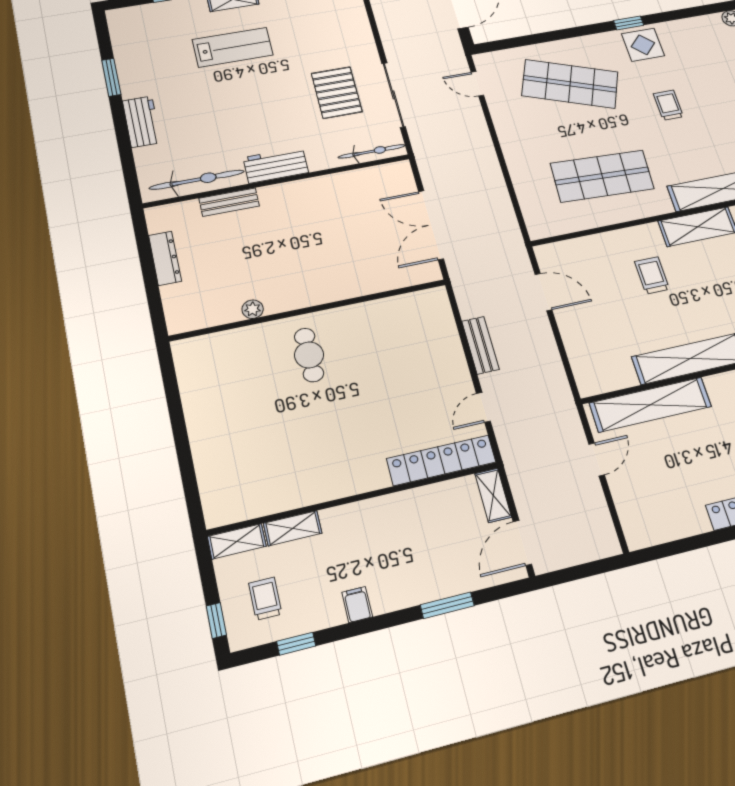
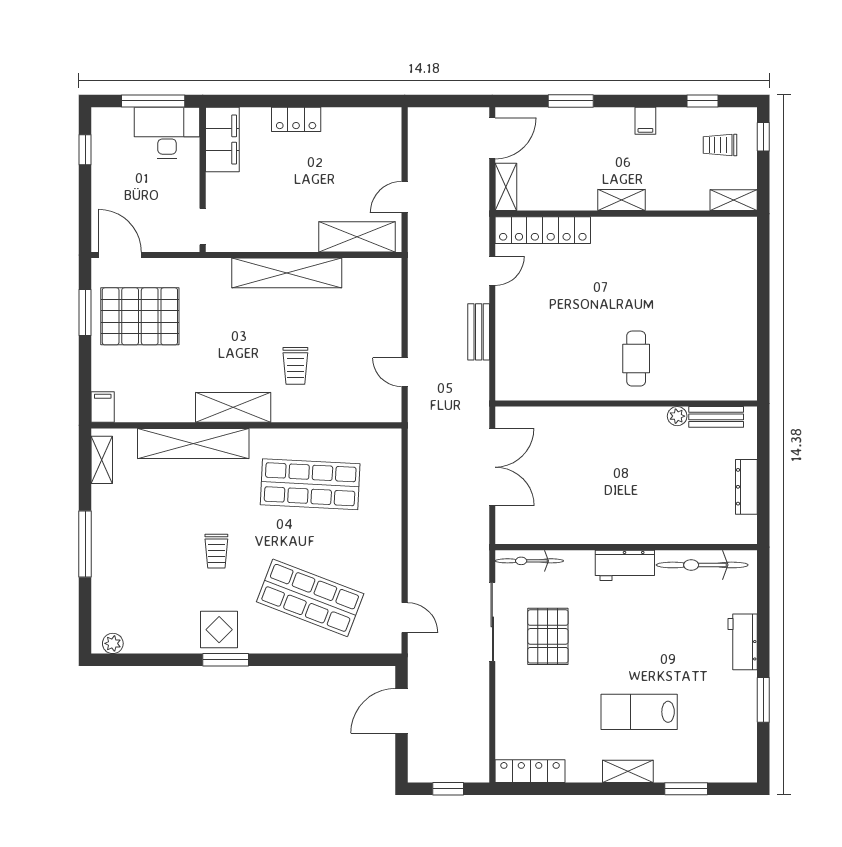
window: (629, 23) -> (226, 660), width x1.50
bench: (229, 202) -> (716, 417), moved
door: (543, 292) -> (405, 372), width x0.73
shelving: (650, 405) -> (357, 237), width x0.68
shelving: (293, 528) -> (621, 200), moved
trolley: (265, 599) -> (720, 145), turned 90

